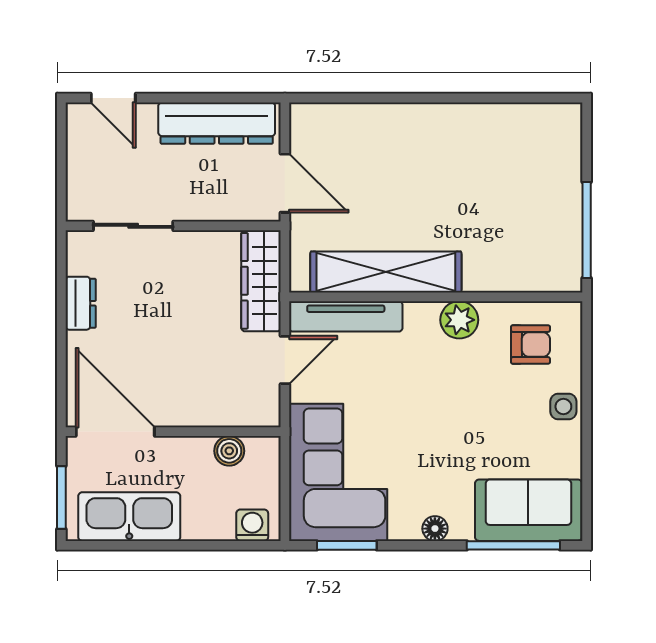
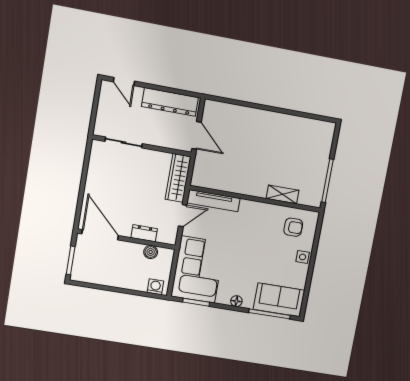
shelving: (386, 272) -> (282, 194), moved, width x0.45, depth x0.75
dresser: (81, 303) -> (144, 233), moved, turned -90
plant: (459, 320) -> (264, 211), removed
kitchen sink: (129, 517) -> (100, 274), removed

